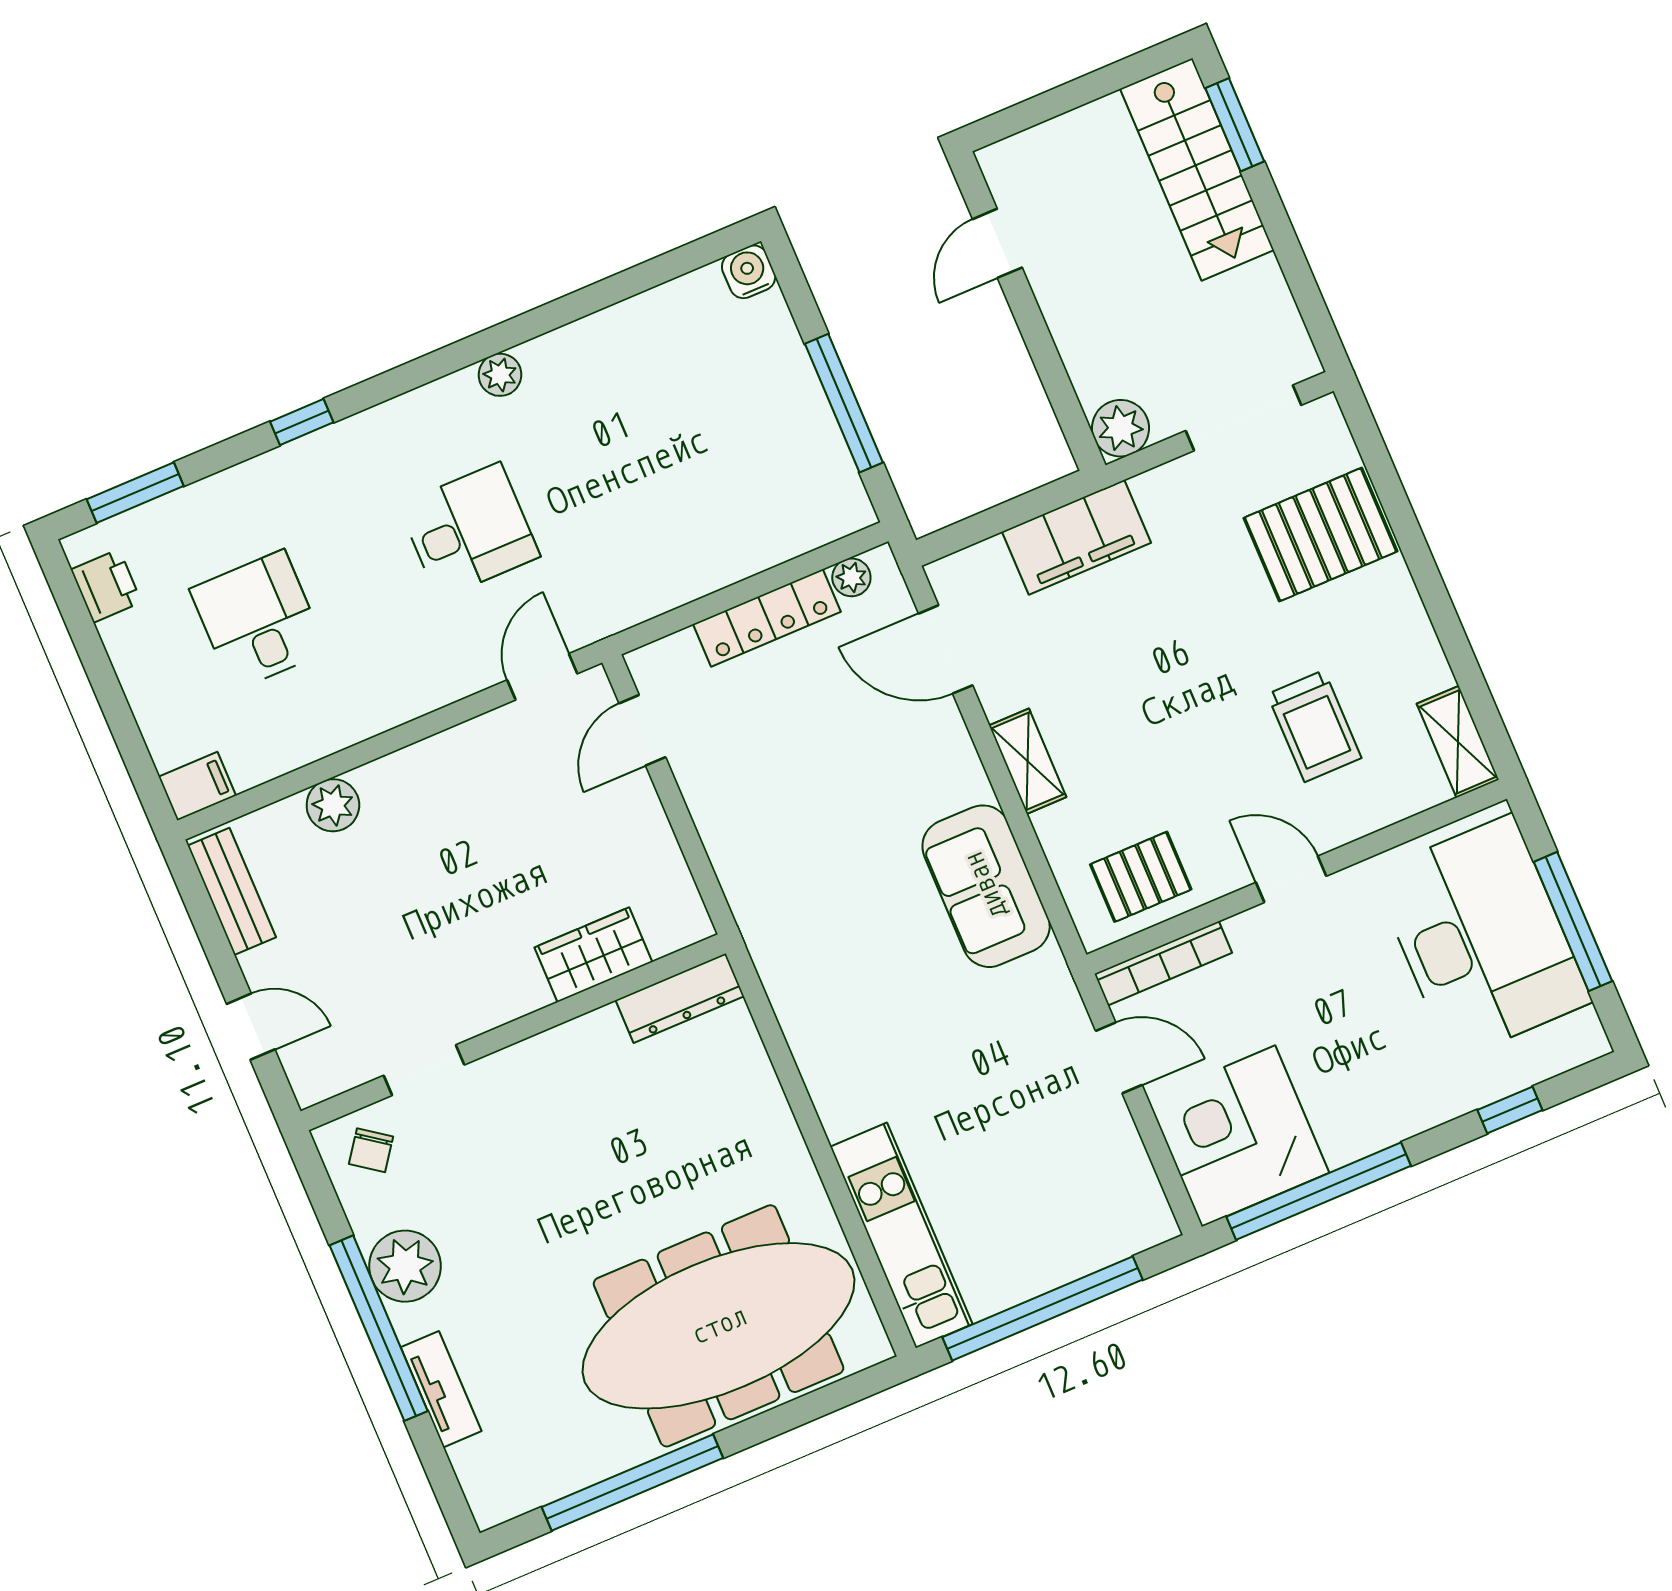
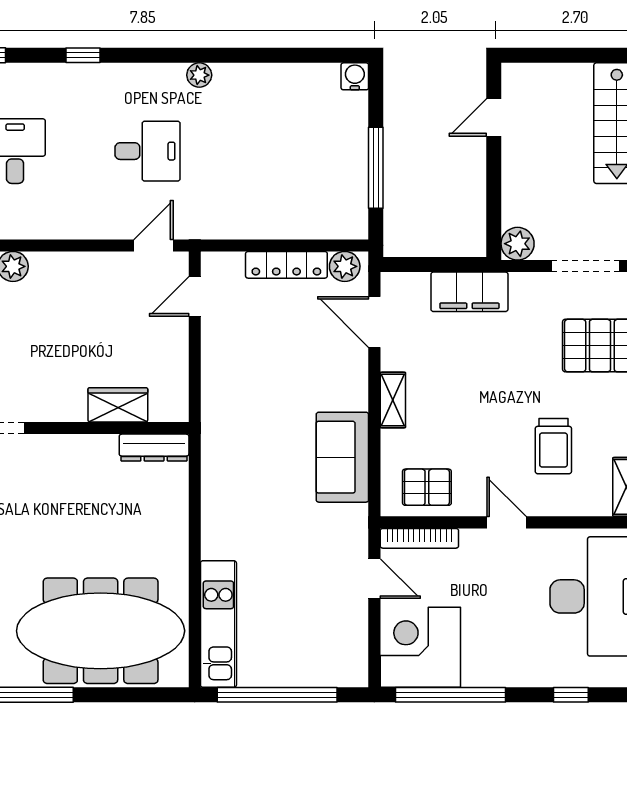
plant: (851, 577) -> (345, 266), width x1.38, depth x1.38

